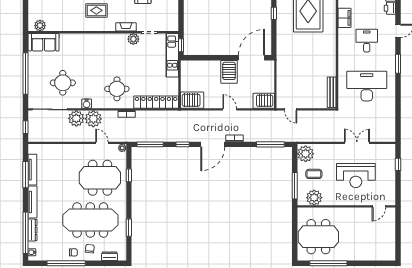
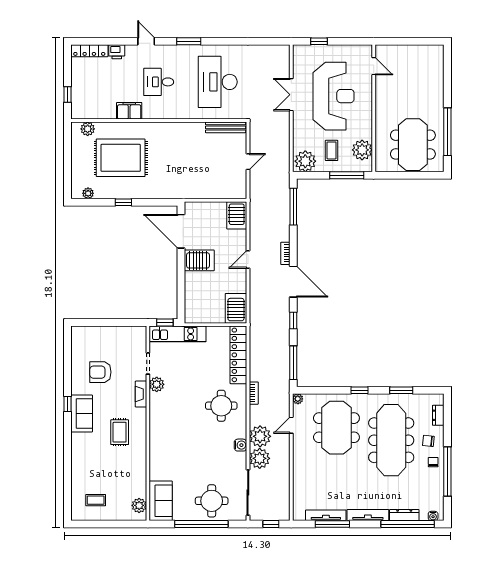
round table: (63, 83) -> (212, 501), moved
door: (291, 109) -> (248, 162), moved
window: (129, 175) -> (359, 390), moved
reception desk: (356, 176) -> (334, 96), width x1.36, depth x1.30

